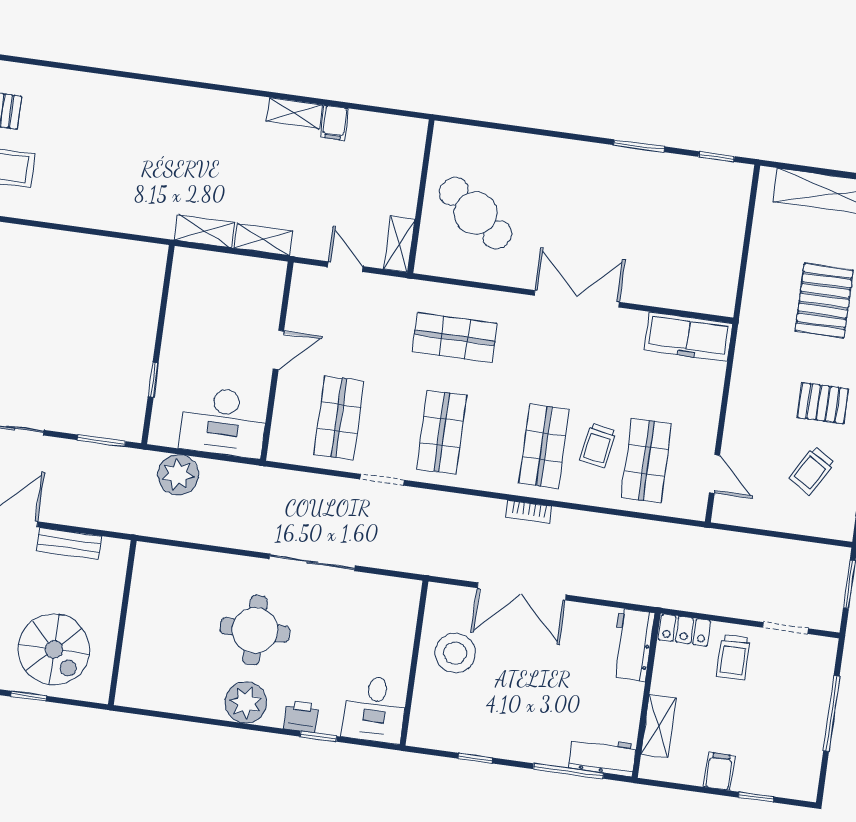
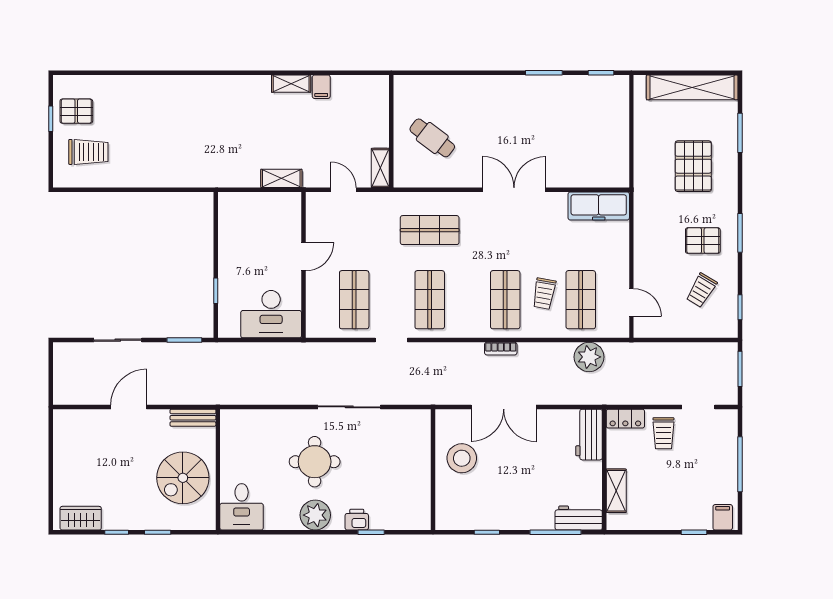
cafe table: (475, 213) -> (432, 138), width x0.73, depth x0.74
shelving: (205, 231) -> (238, 178), removed
plant: (178, 475) -> (589, 357), moved
bench: (69, 544) -> (193, 418), moved
spiral stairs: (54, 649) -> (183, 478), moved, turned 90
desk: (375, 709) -> (242, 507), moved
filing cabinet: (719, 771) -> (723, 517), moved

